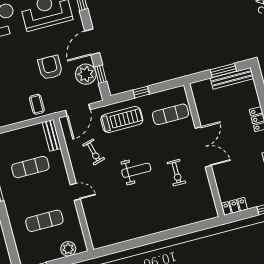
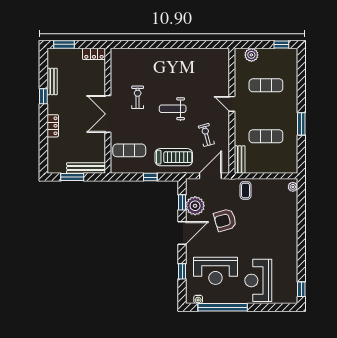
armchair: (50, 67) -> (225, 220), turned 74
bench: (232, 78) -> (86, 168), moved
treadmill: (122, 119) -> (174, 157), turned 180

